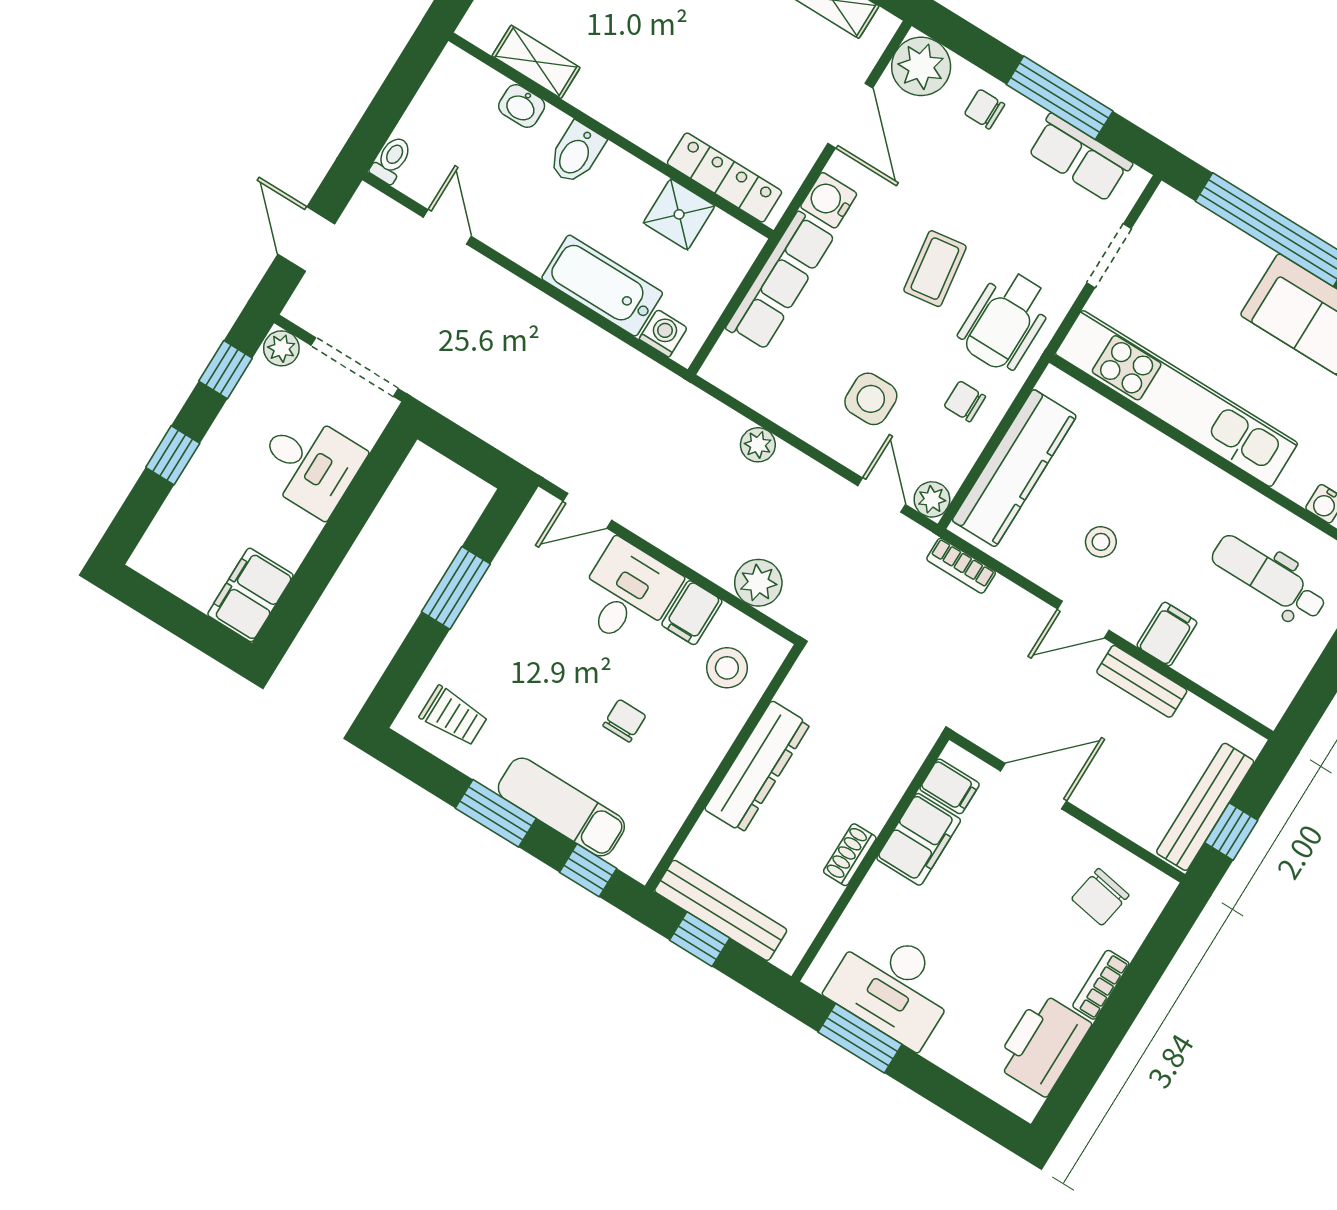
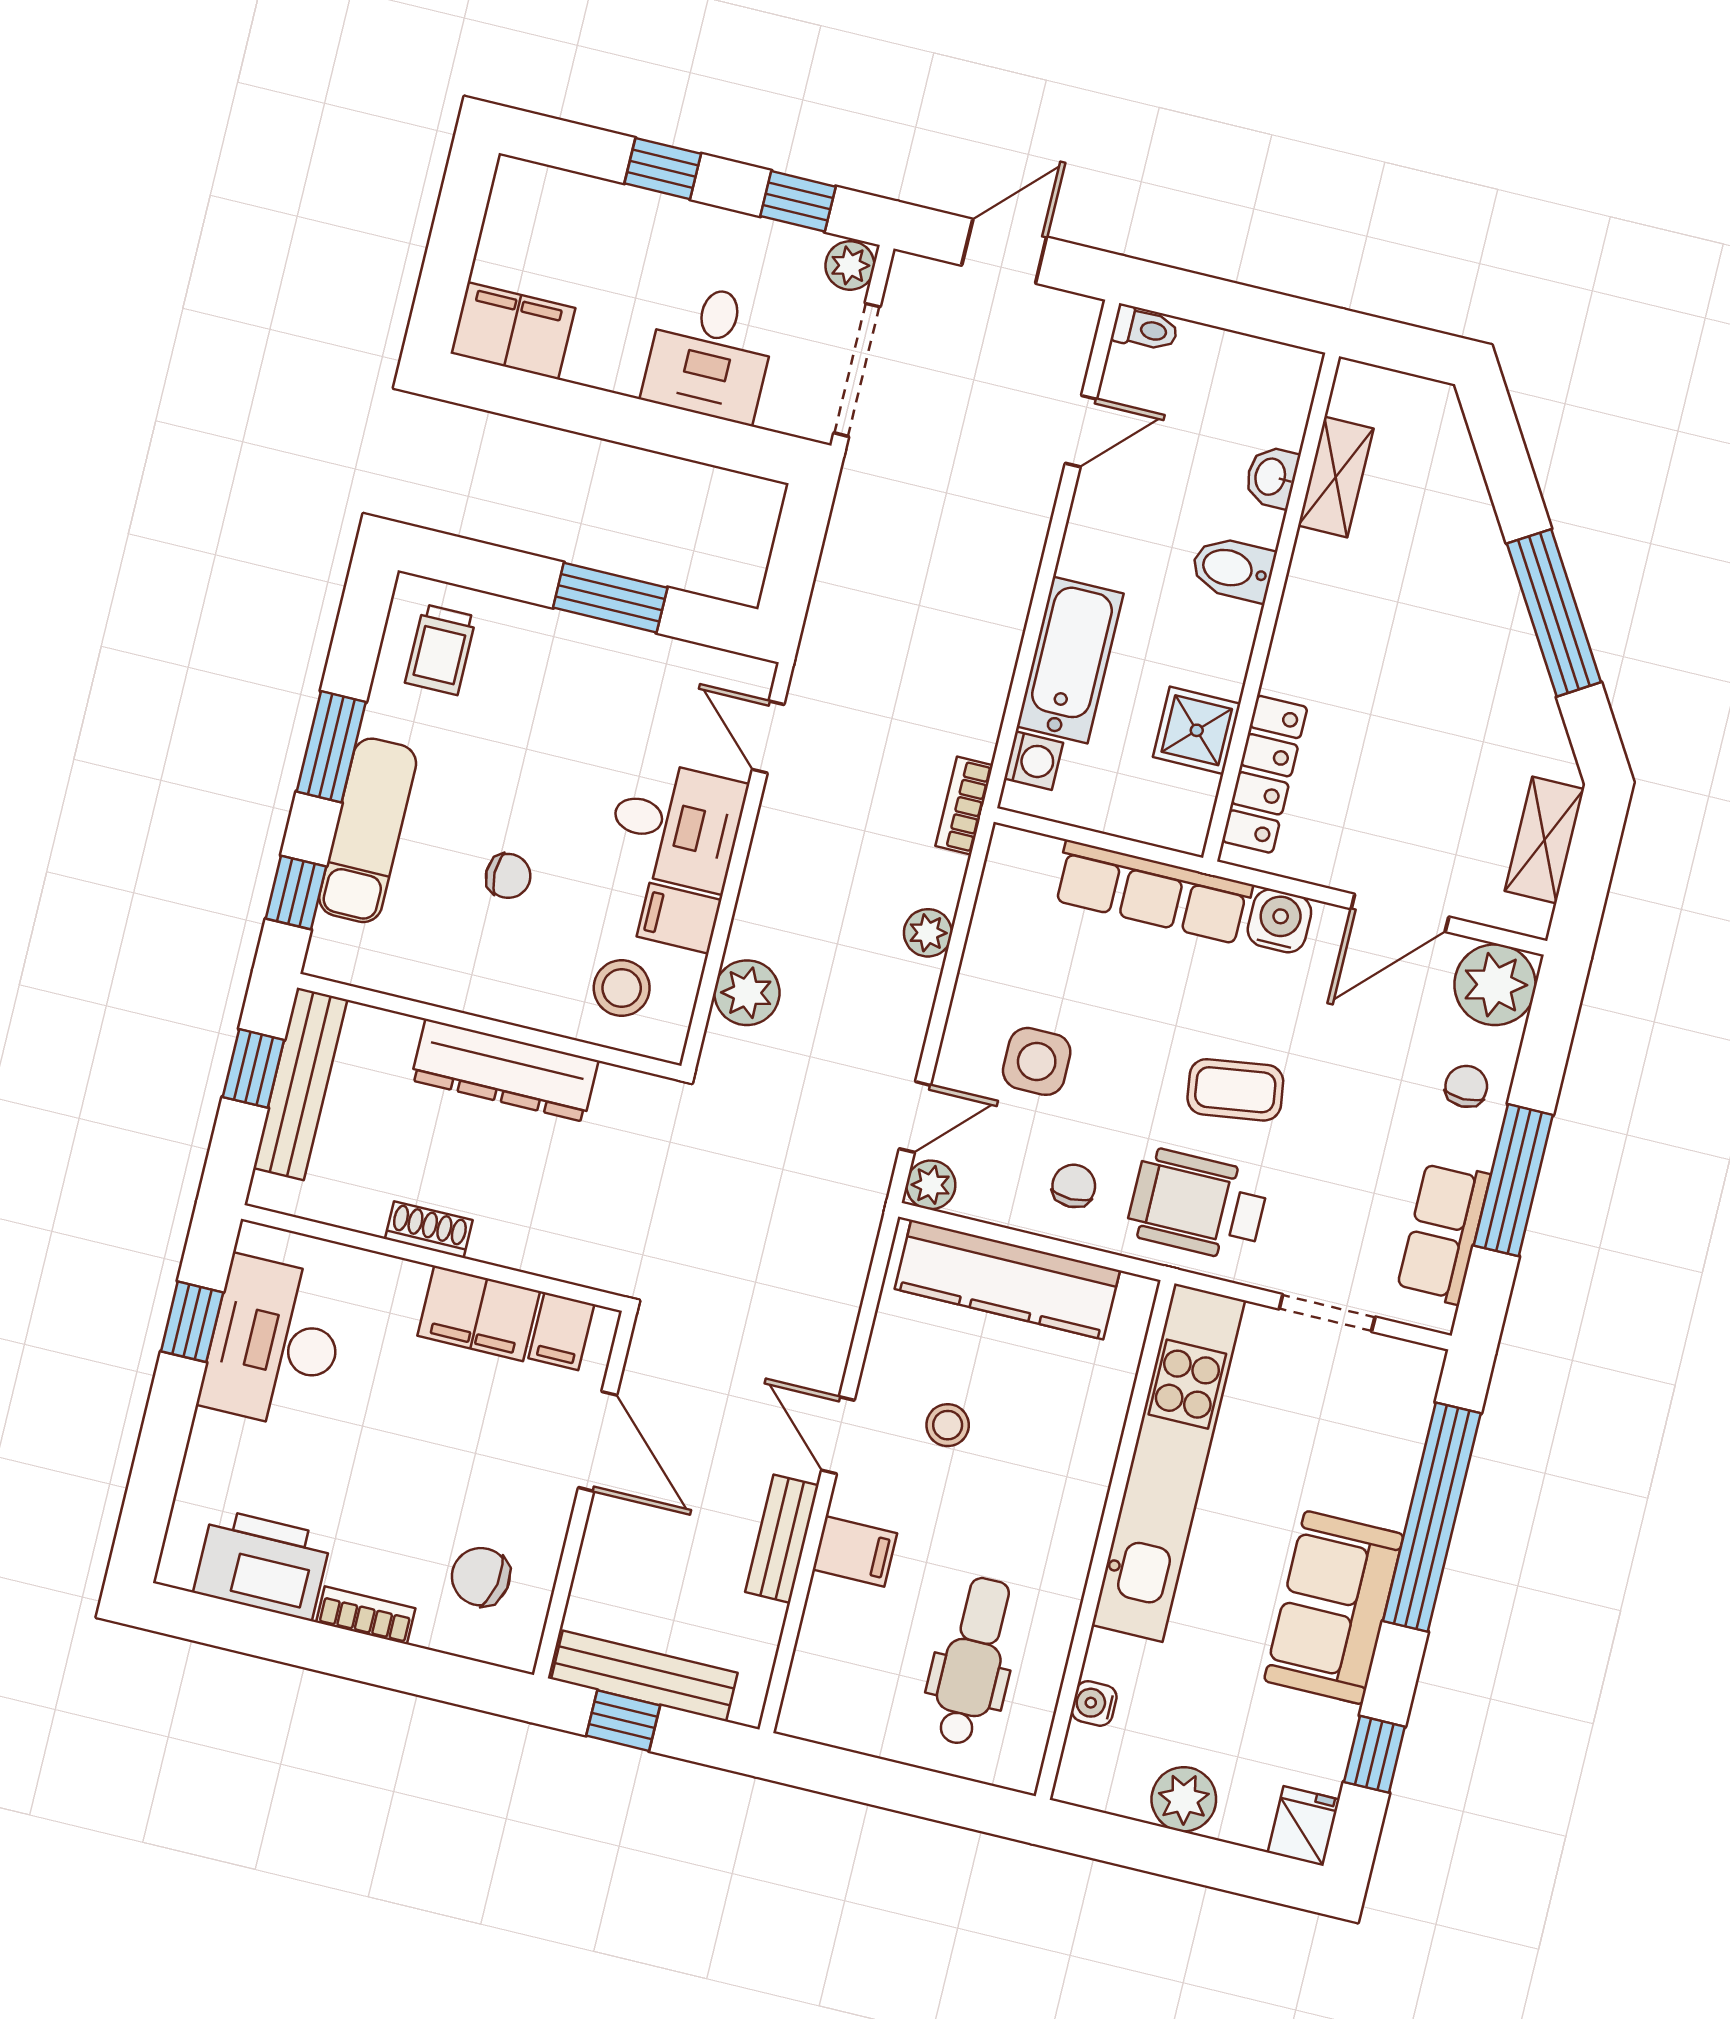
bookcase: (961, 566) -> (964, 806), moved
window: (860, 1038) -> (192, 1322), width x0.67

